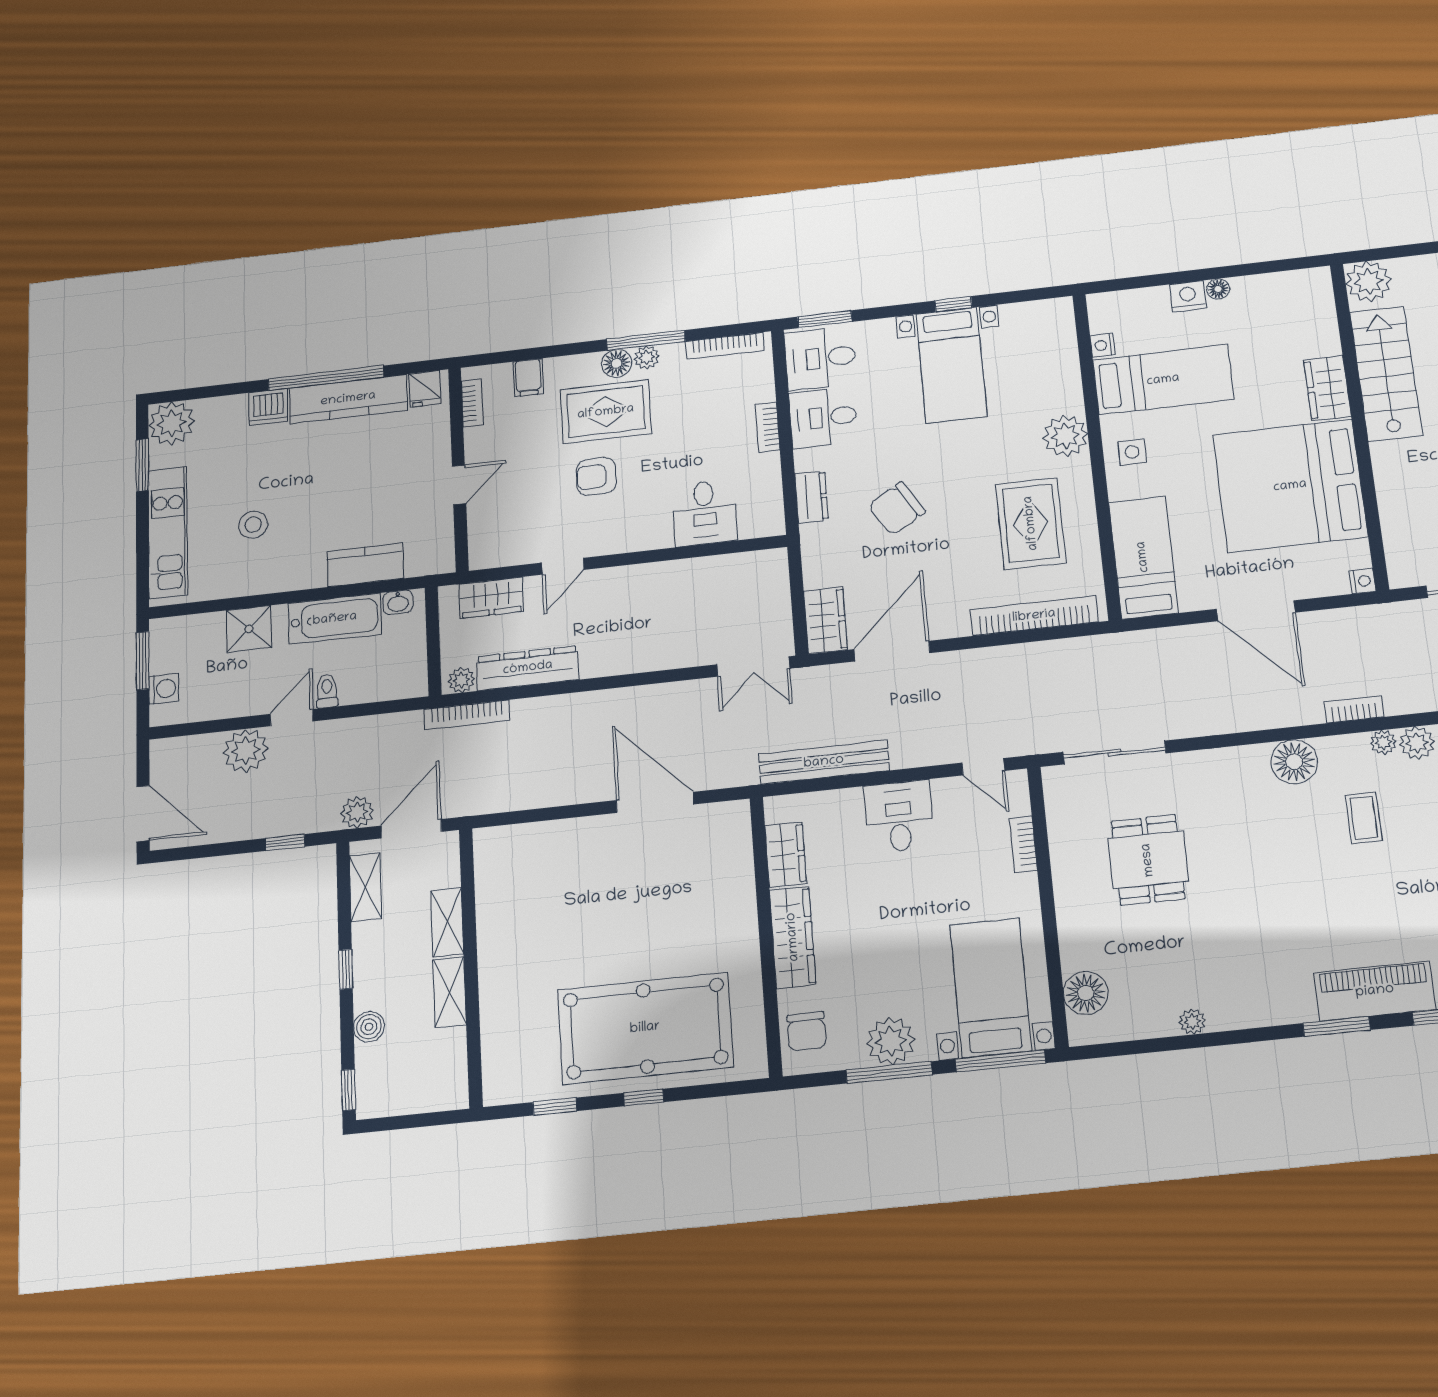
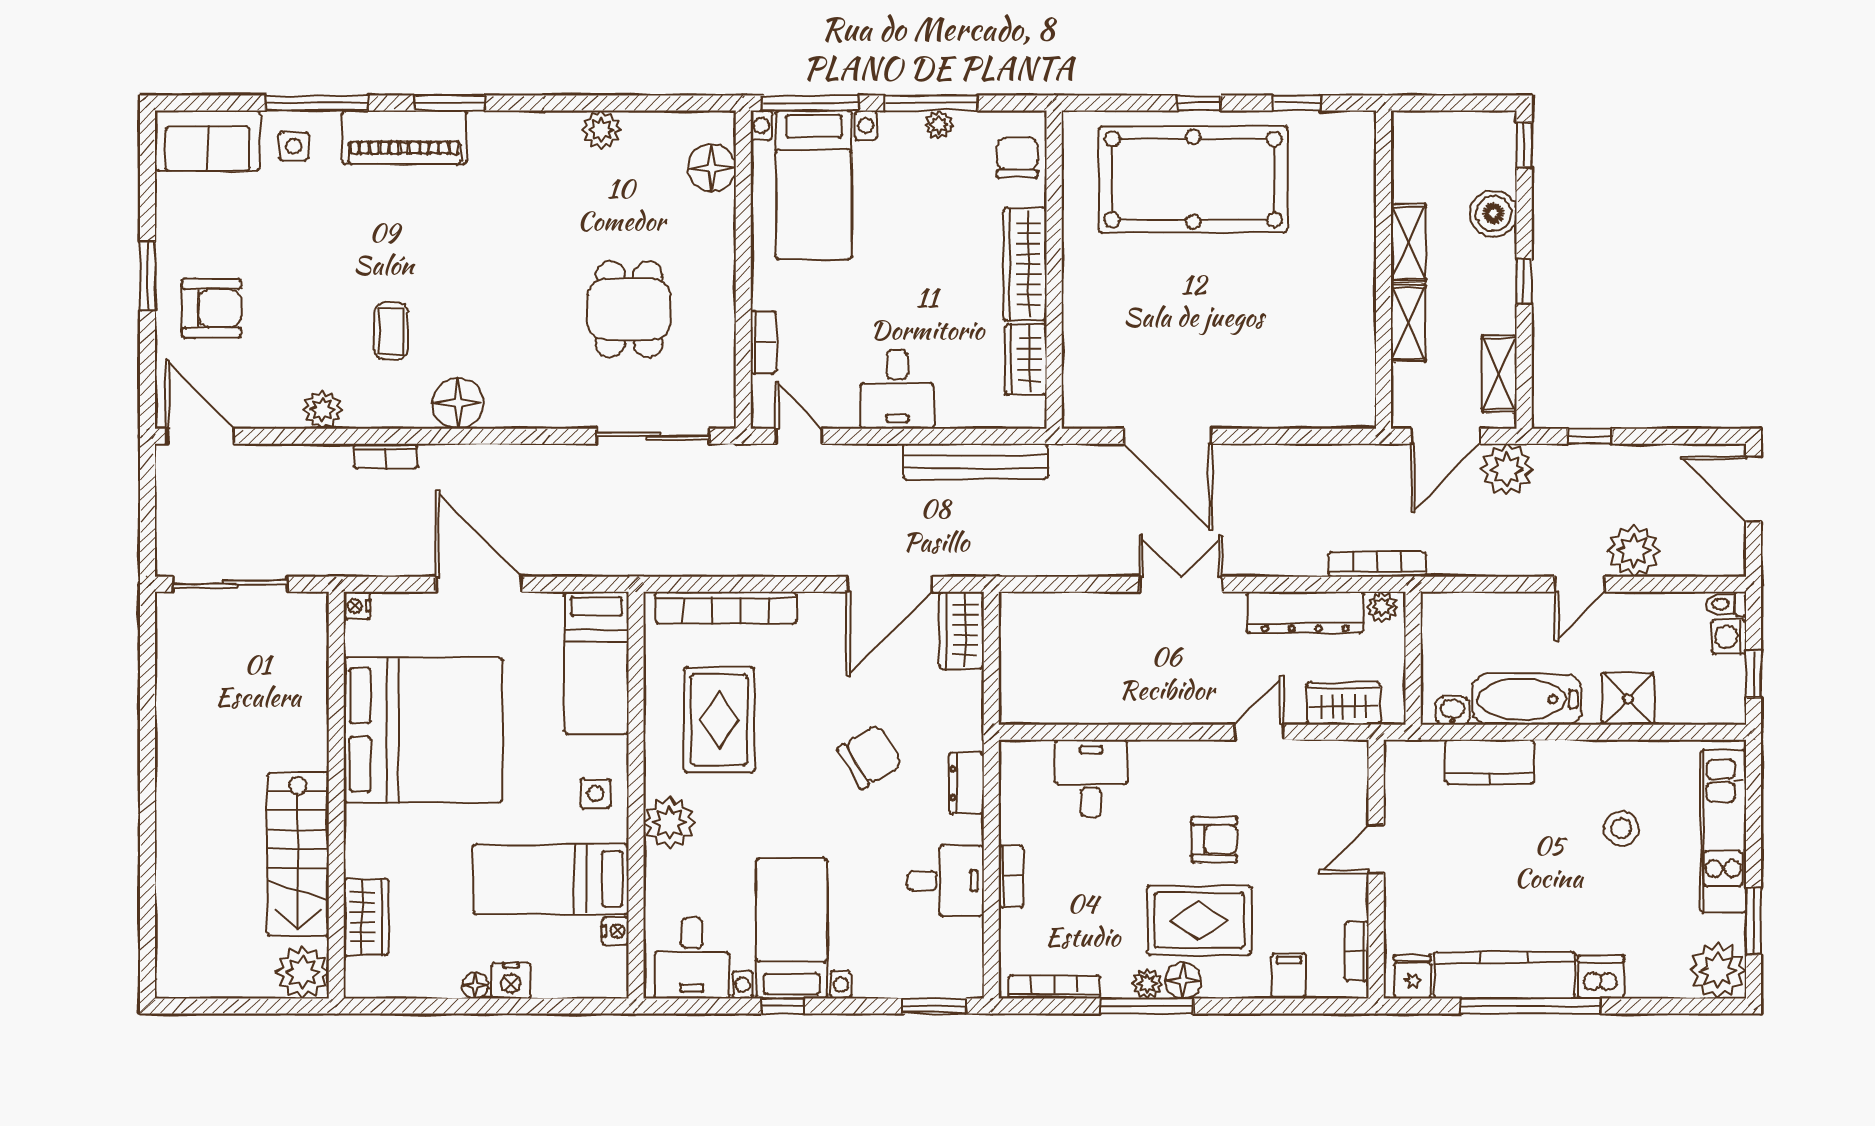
desk: (820, 358) -> (692, 958), moved, turned 90
wardrobe: (1327, 388) -> (366, 917), moved
window: (143, 661) -> (1754, 674), width x0.67
double door: (753, 667) -> (1181, 584), moved
toilet: (327, 691) -> (1726, 604), moved, turned 90
plant: (1383, 742) -> (359, 415), removed
plant: (357, 812) -> (1507, 469), width x1.36, depth x1.36
plant: (1192, 1022) -> (601, 130), width x1.38, depth x1.38
boiler: (369, 1027) -> (1493, 213), width x1.36, depth x1.36
plant: (891, 1041) -> (939, 125), width x0.53, depth x0.53

